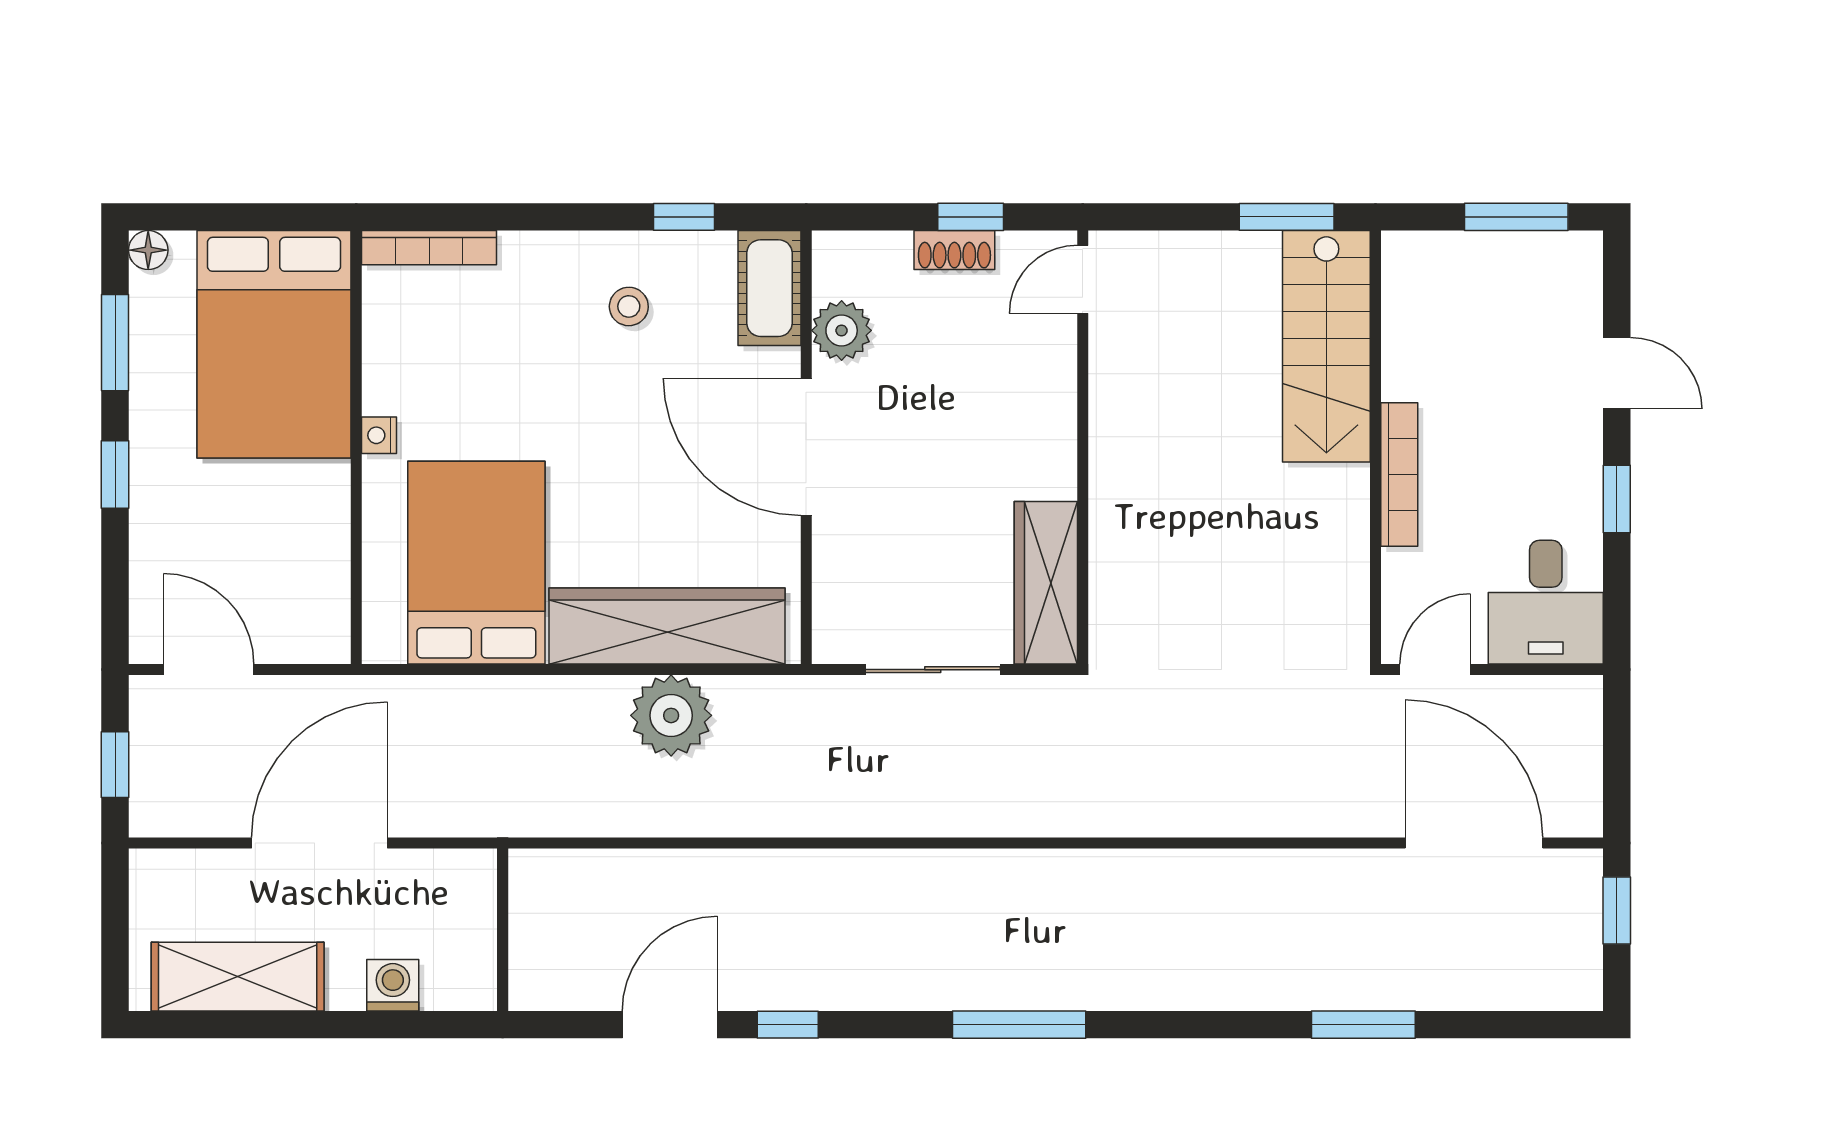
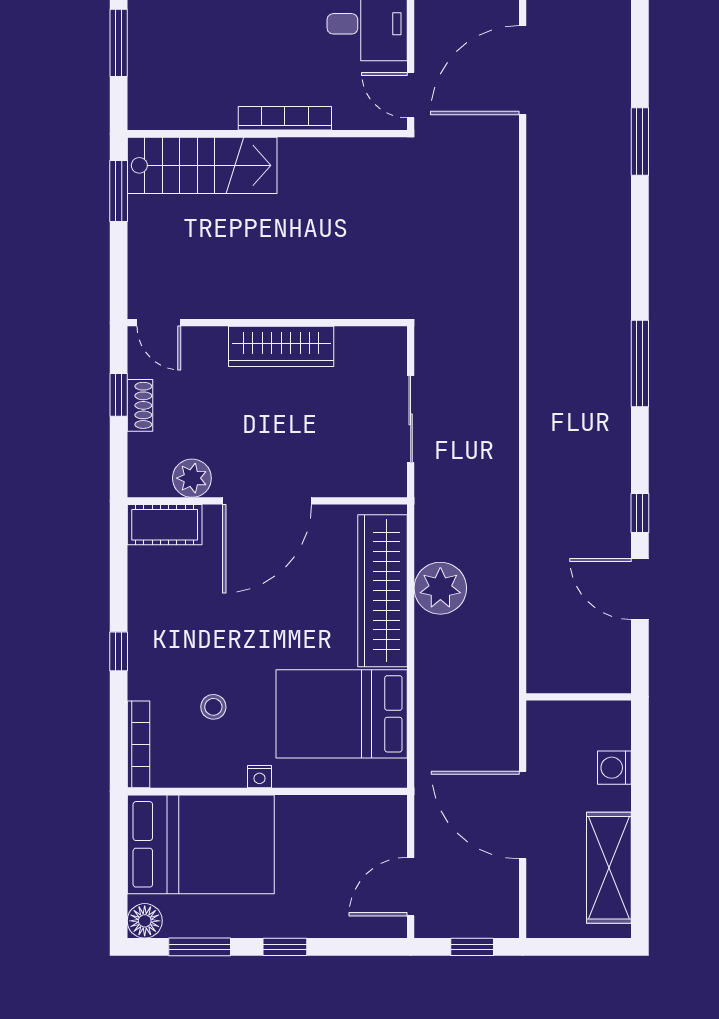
window: (684, 217) -> (119, 651), moved
floor lamp: (148, 250) -> (145, 921), width x1.37, depth x1.37
stool: (629, 306) -> (213, 707), moved
wardrobe: (1046, 583) -> (281, 346), moved

